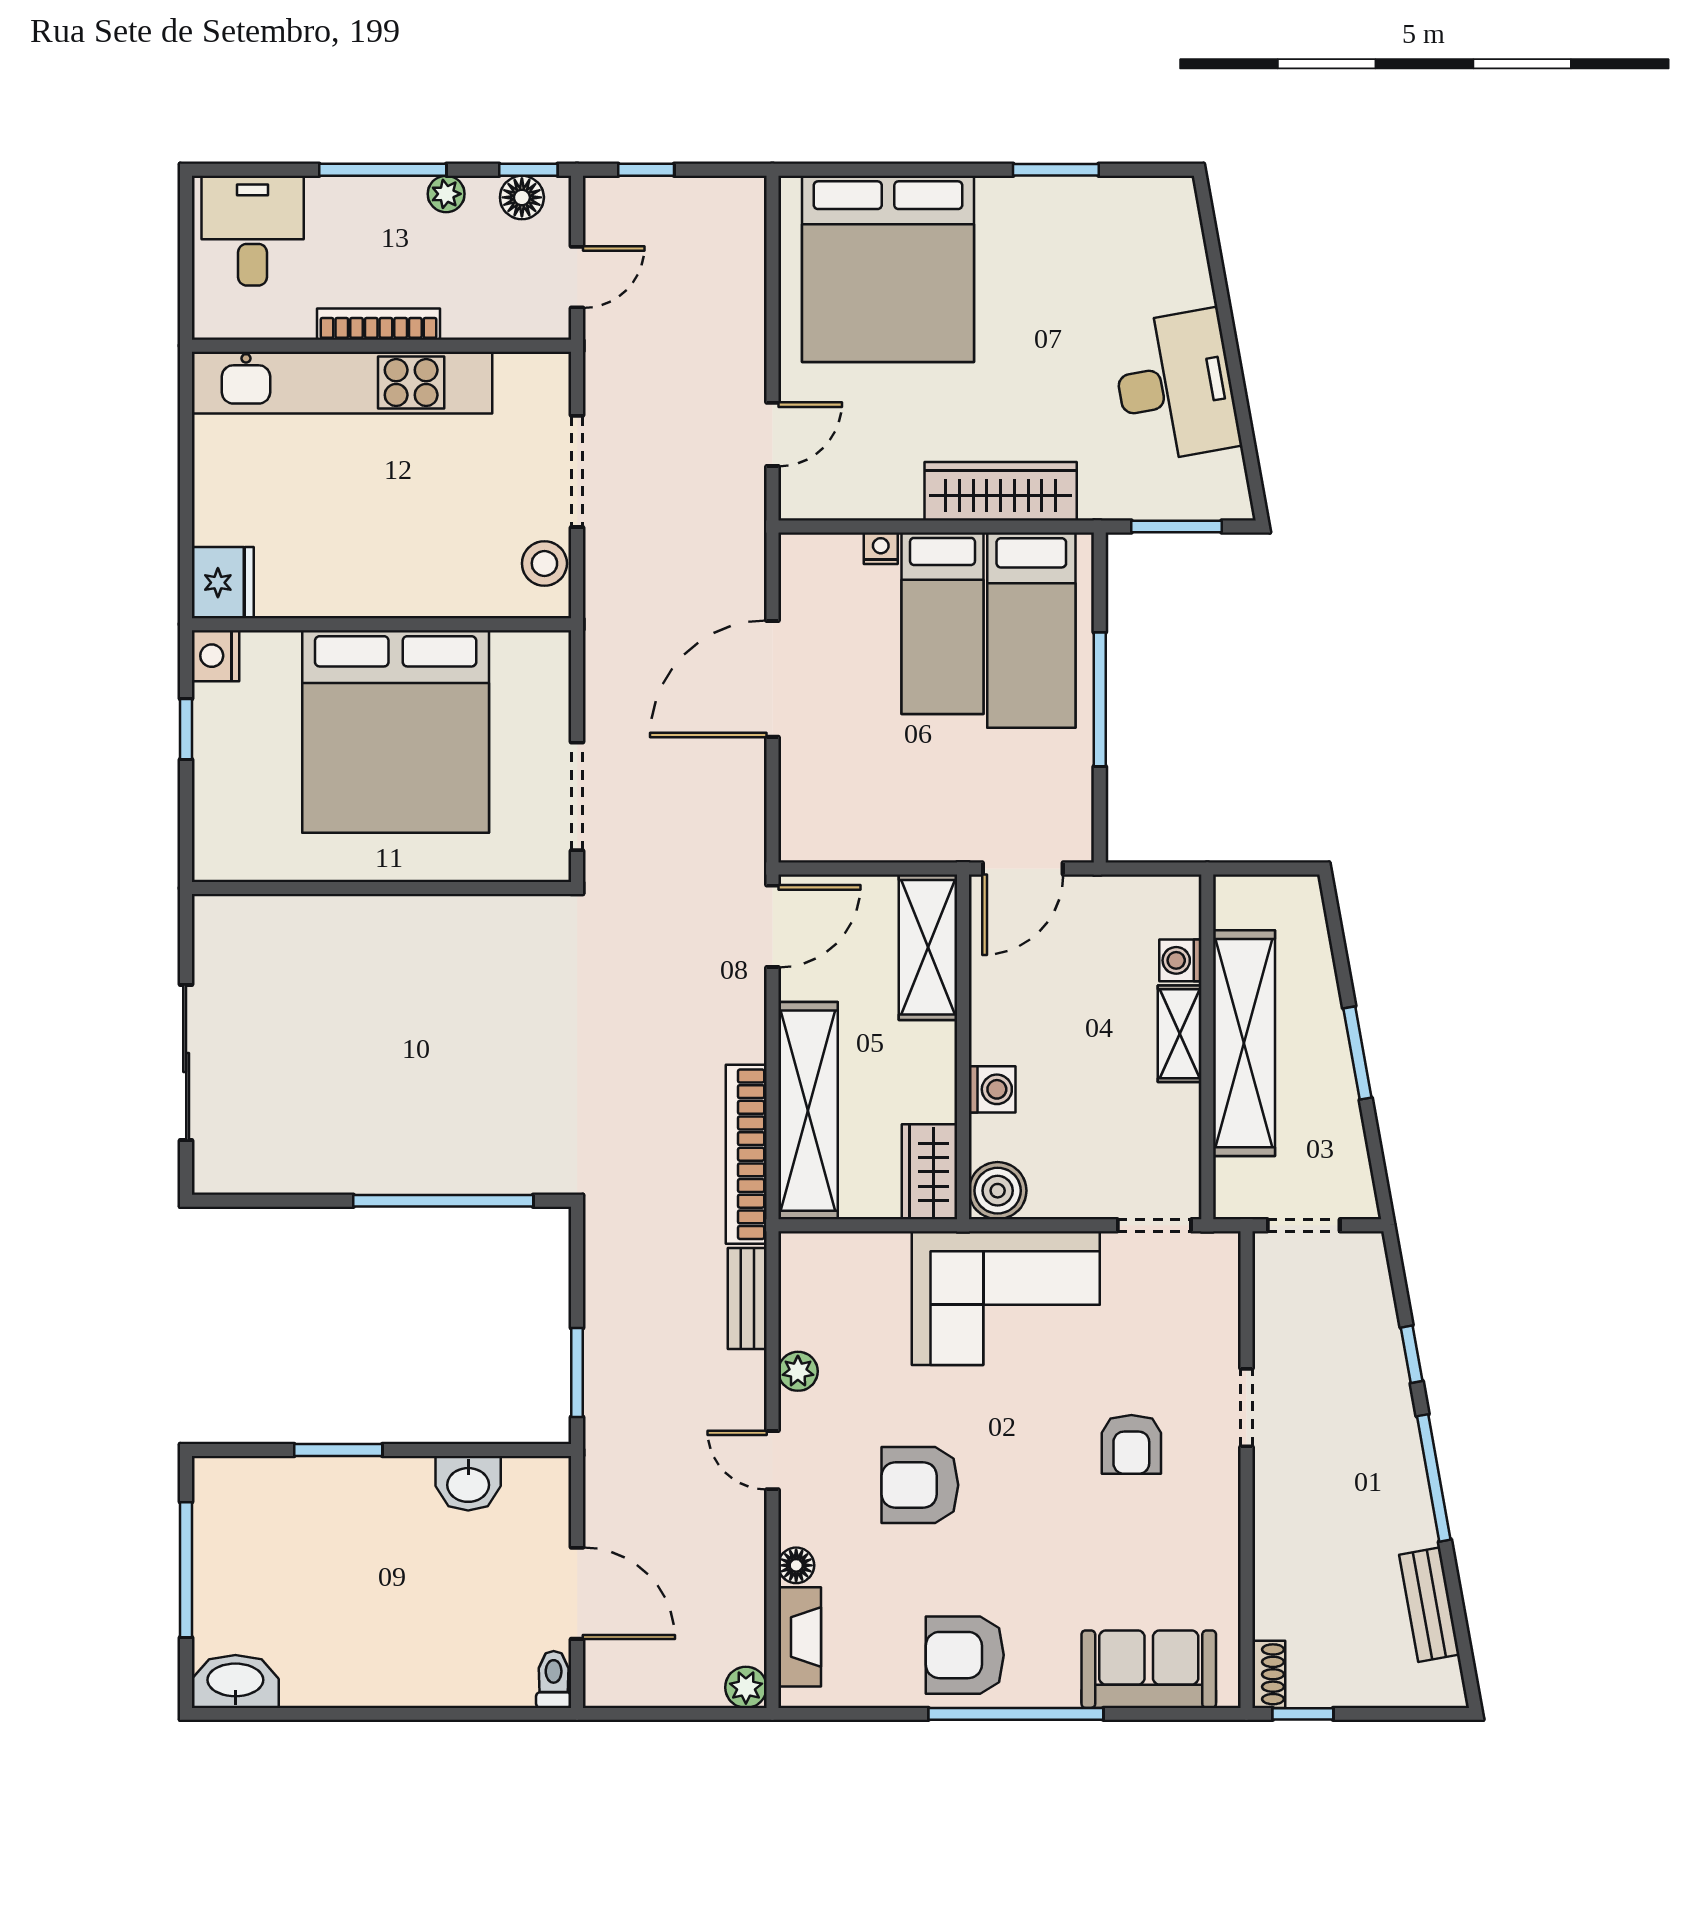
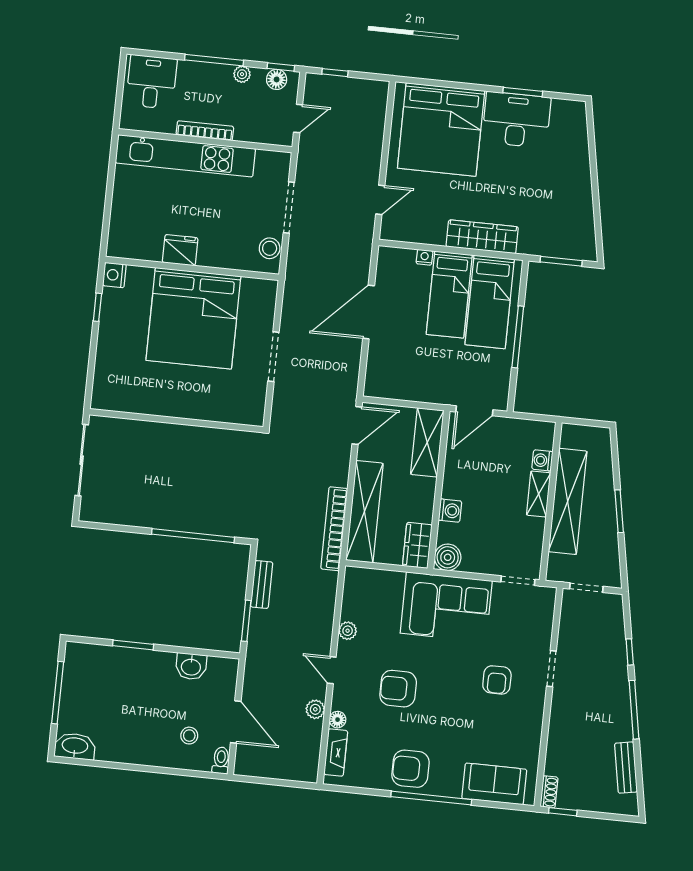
desk: (1175, 386) -> (516, 120), moved, turned -80
fridge: (223, 583) -> (180, 250), moved, turned -90
wall: (382, 888) -> (176, 421), moved
bench: (747, 1299) -> (262, 584), moved
stool: (480, 1633) -> (189, 736), added
plant: (746, 1687) -> (315, 709), moved

